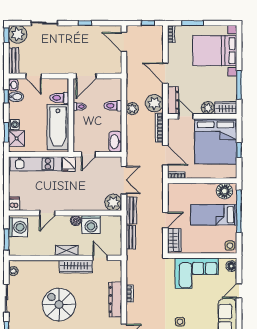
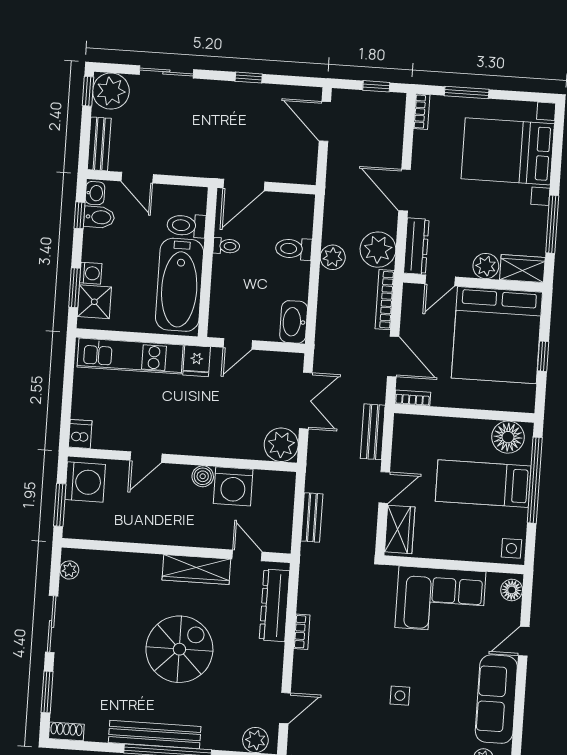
door: (186, 116) -> (440, 280), swing flipped
bench: (131, 210) -> (373, 432), moved
shelving: (67, 250) -> (180, 536), removed
dresser: (115, 300) -> (274, 605), moved
spiral stairs: (59, 305) -> (179, 649), moved, turned 90

